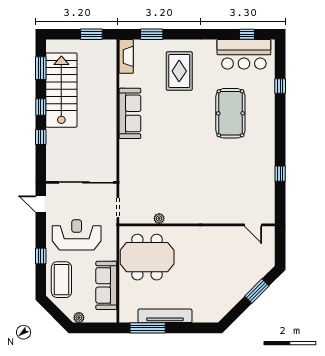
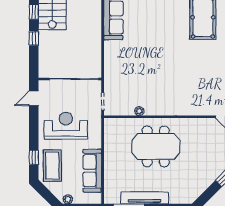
door: (41, 204) -> (34, 98), hinge flipped
window: (41, 256) -> (34, 157), moved
meeting table: (147, 257) -> (156, 146), moved

